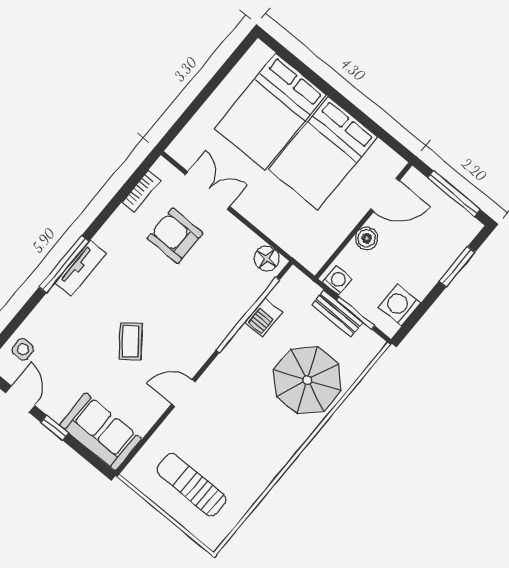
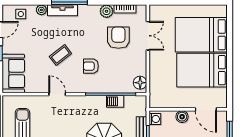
plant: (122, 221) -> (107, 11), added
tv unit: (81, 268) -> (63, 10), moved
armchair: (183, 310) -> (91, 66), added
plant: (42, 315) -> (41, 10), added

